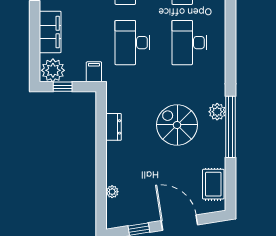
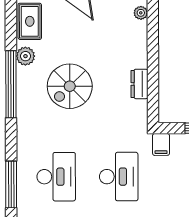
window: (230, 36) -> (11, 184), added
plant: (217, 112) -> (25, 56), moved
spiral stairs: (177, 125) -> (70, 86), turned 90

